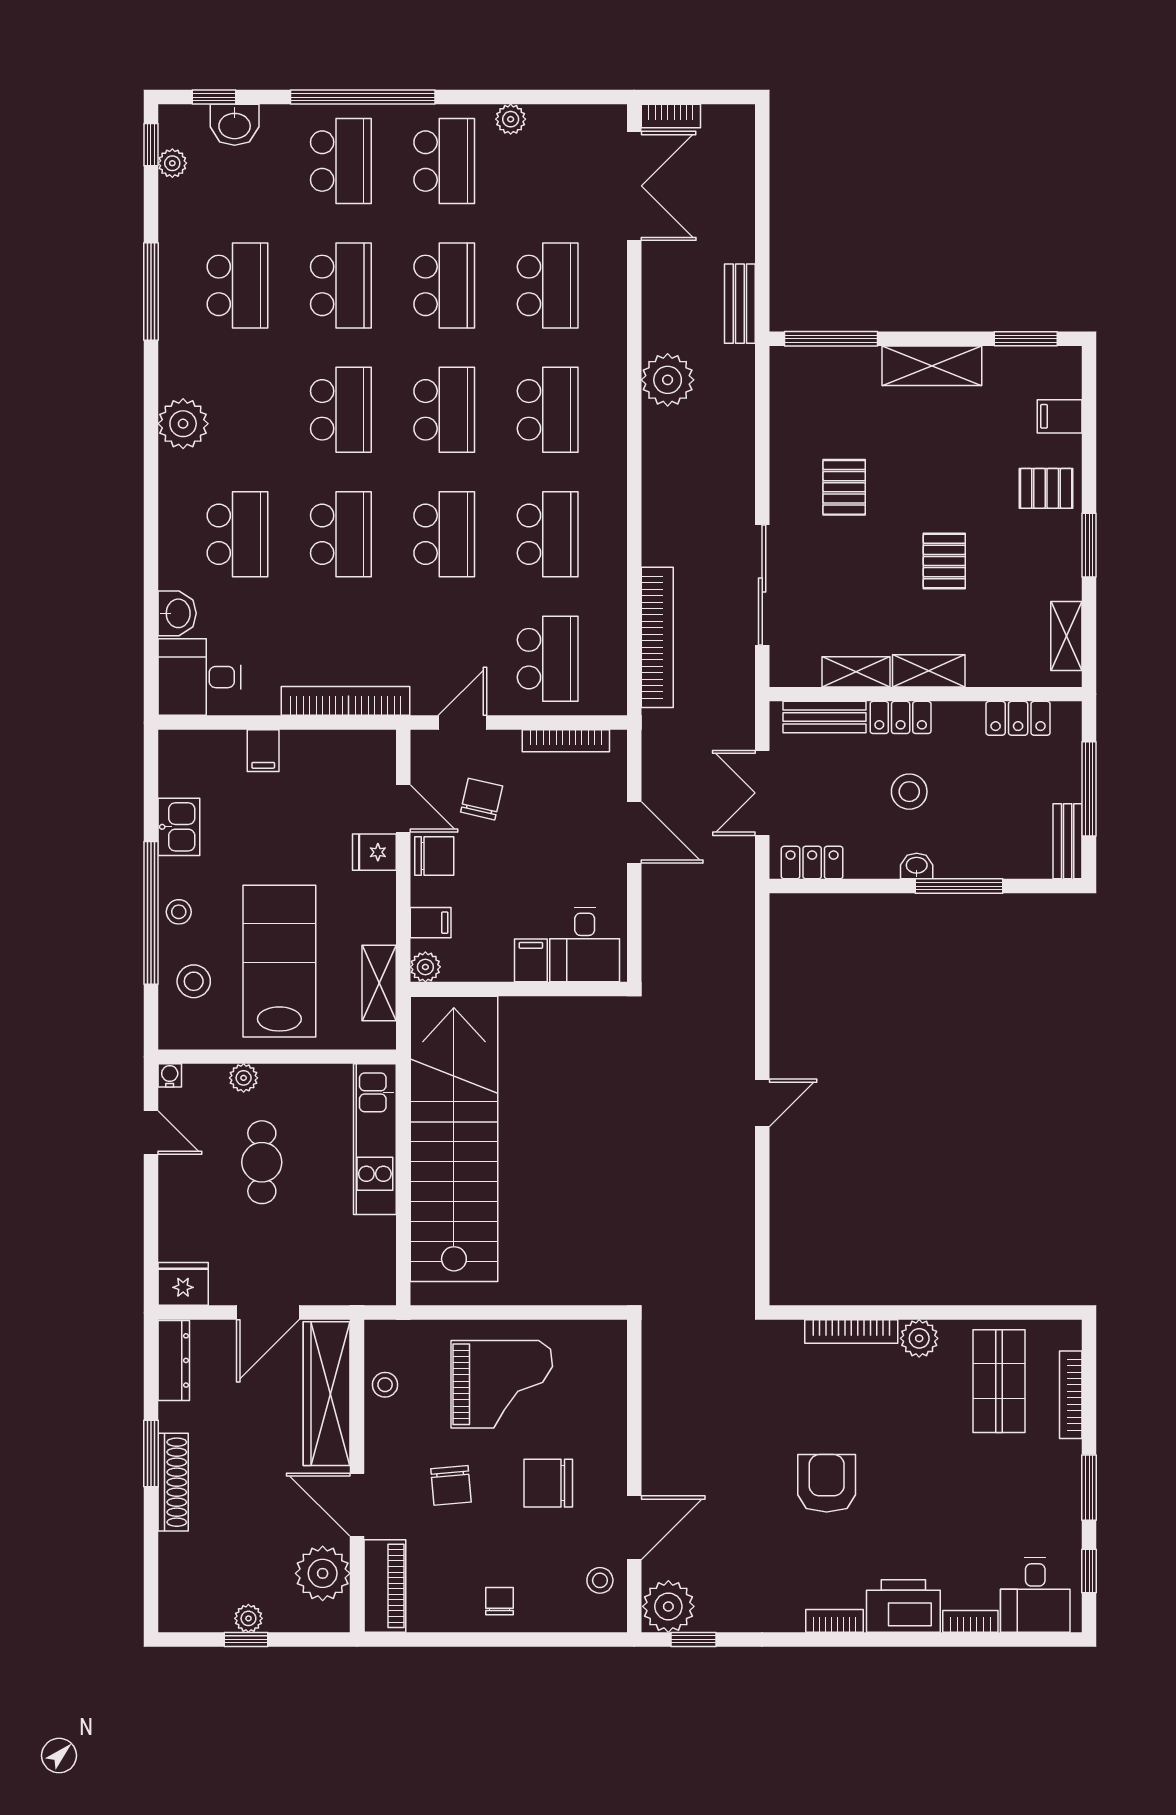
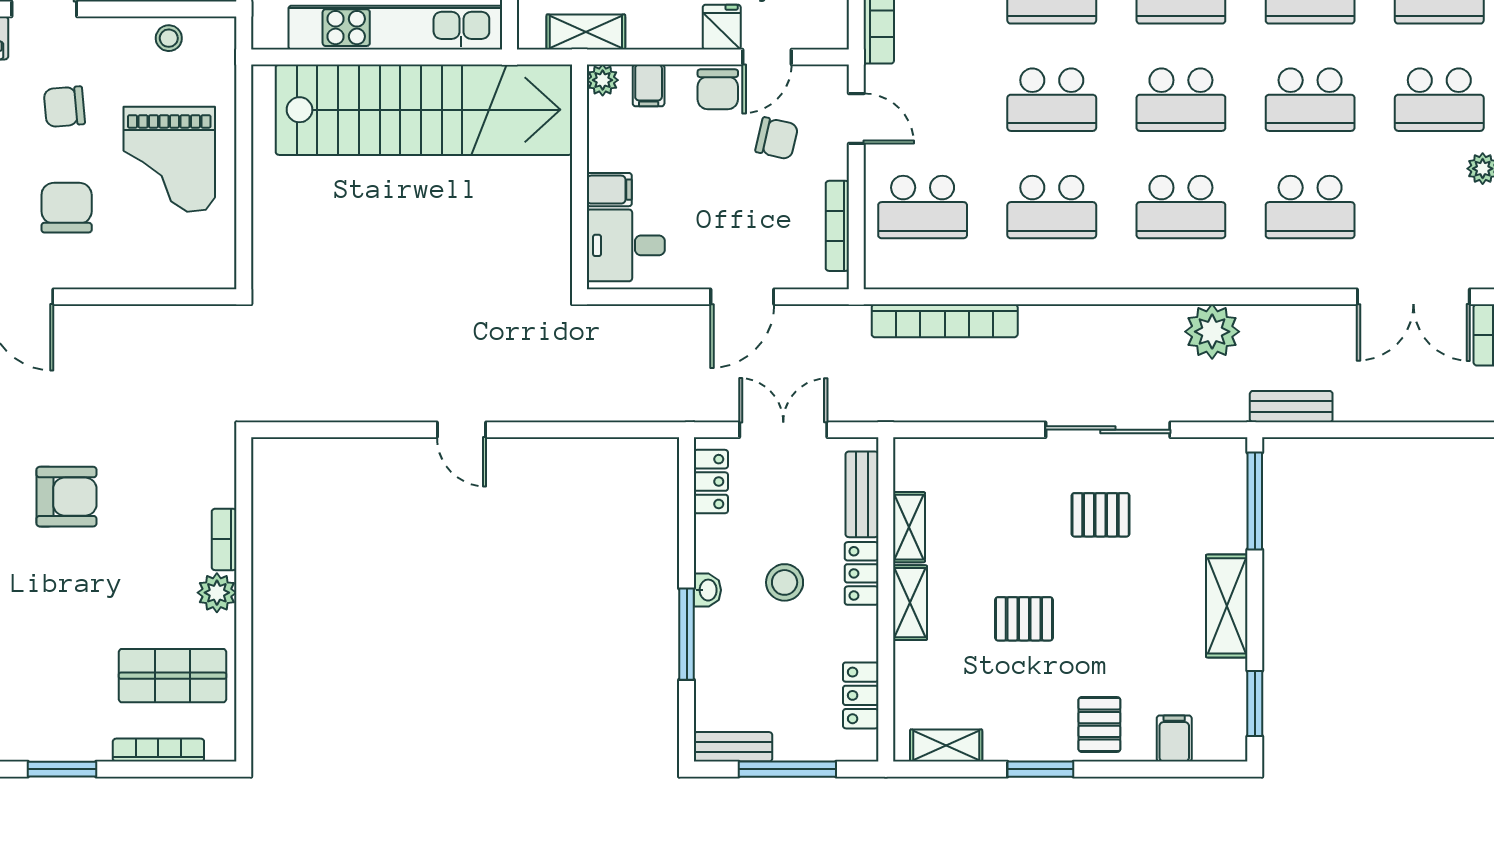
sliding door: (762, 585) -> (1108, 430), moved
kitchen unit: (375, 1139) -> (395, 28), width x1.36
bookcase: (851, 1331) -> (224, 539), width x0.64

